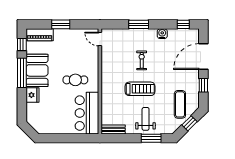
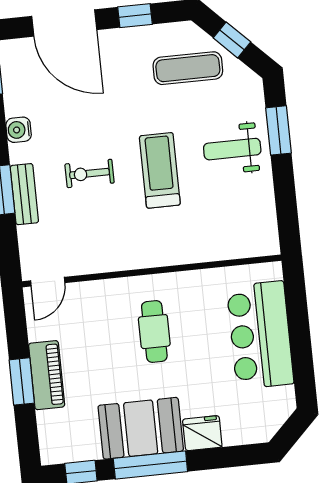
piano: (40, 35) -> (47, 375), moved
bar counter: (87, 113) -> (260, 335), moved, turned 90
bench: (113, 129) -> (24, 194), moved

